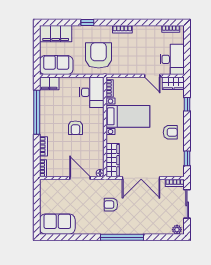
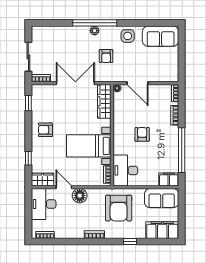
floor lamp: (137, 68) -> (80, 196), added
armchair: (111, 205) -> (106, 56), turned 90
side table: (90, 224) -> (128, 36), added
plant: (177, 230) -> (95, 31), moved

